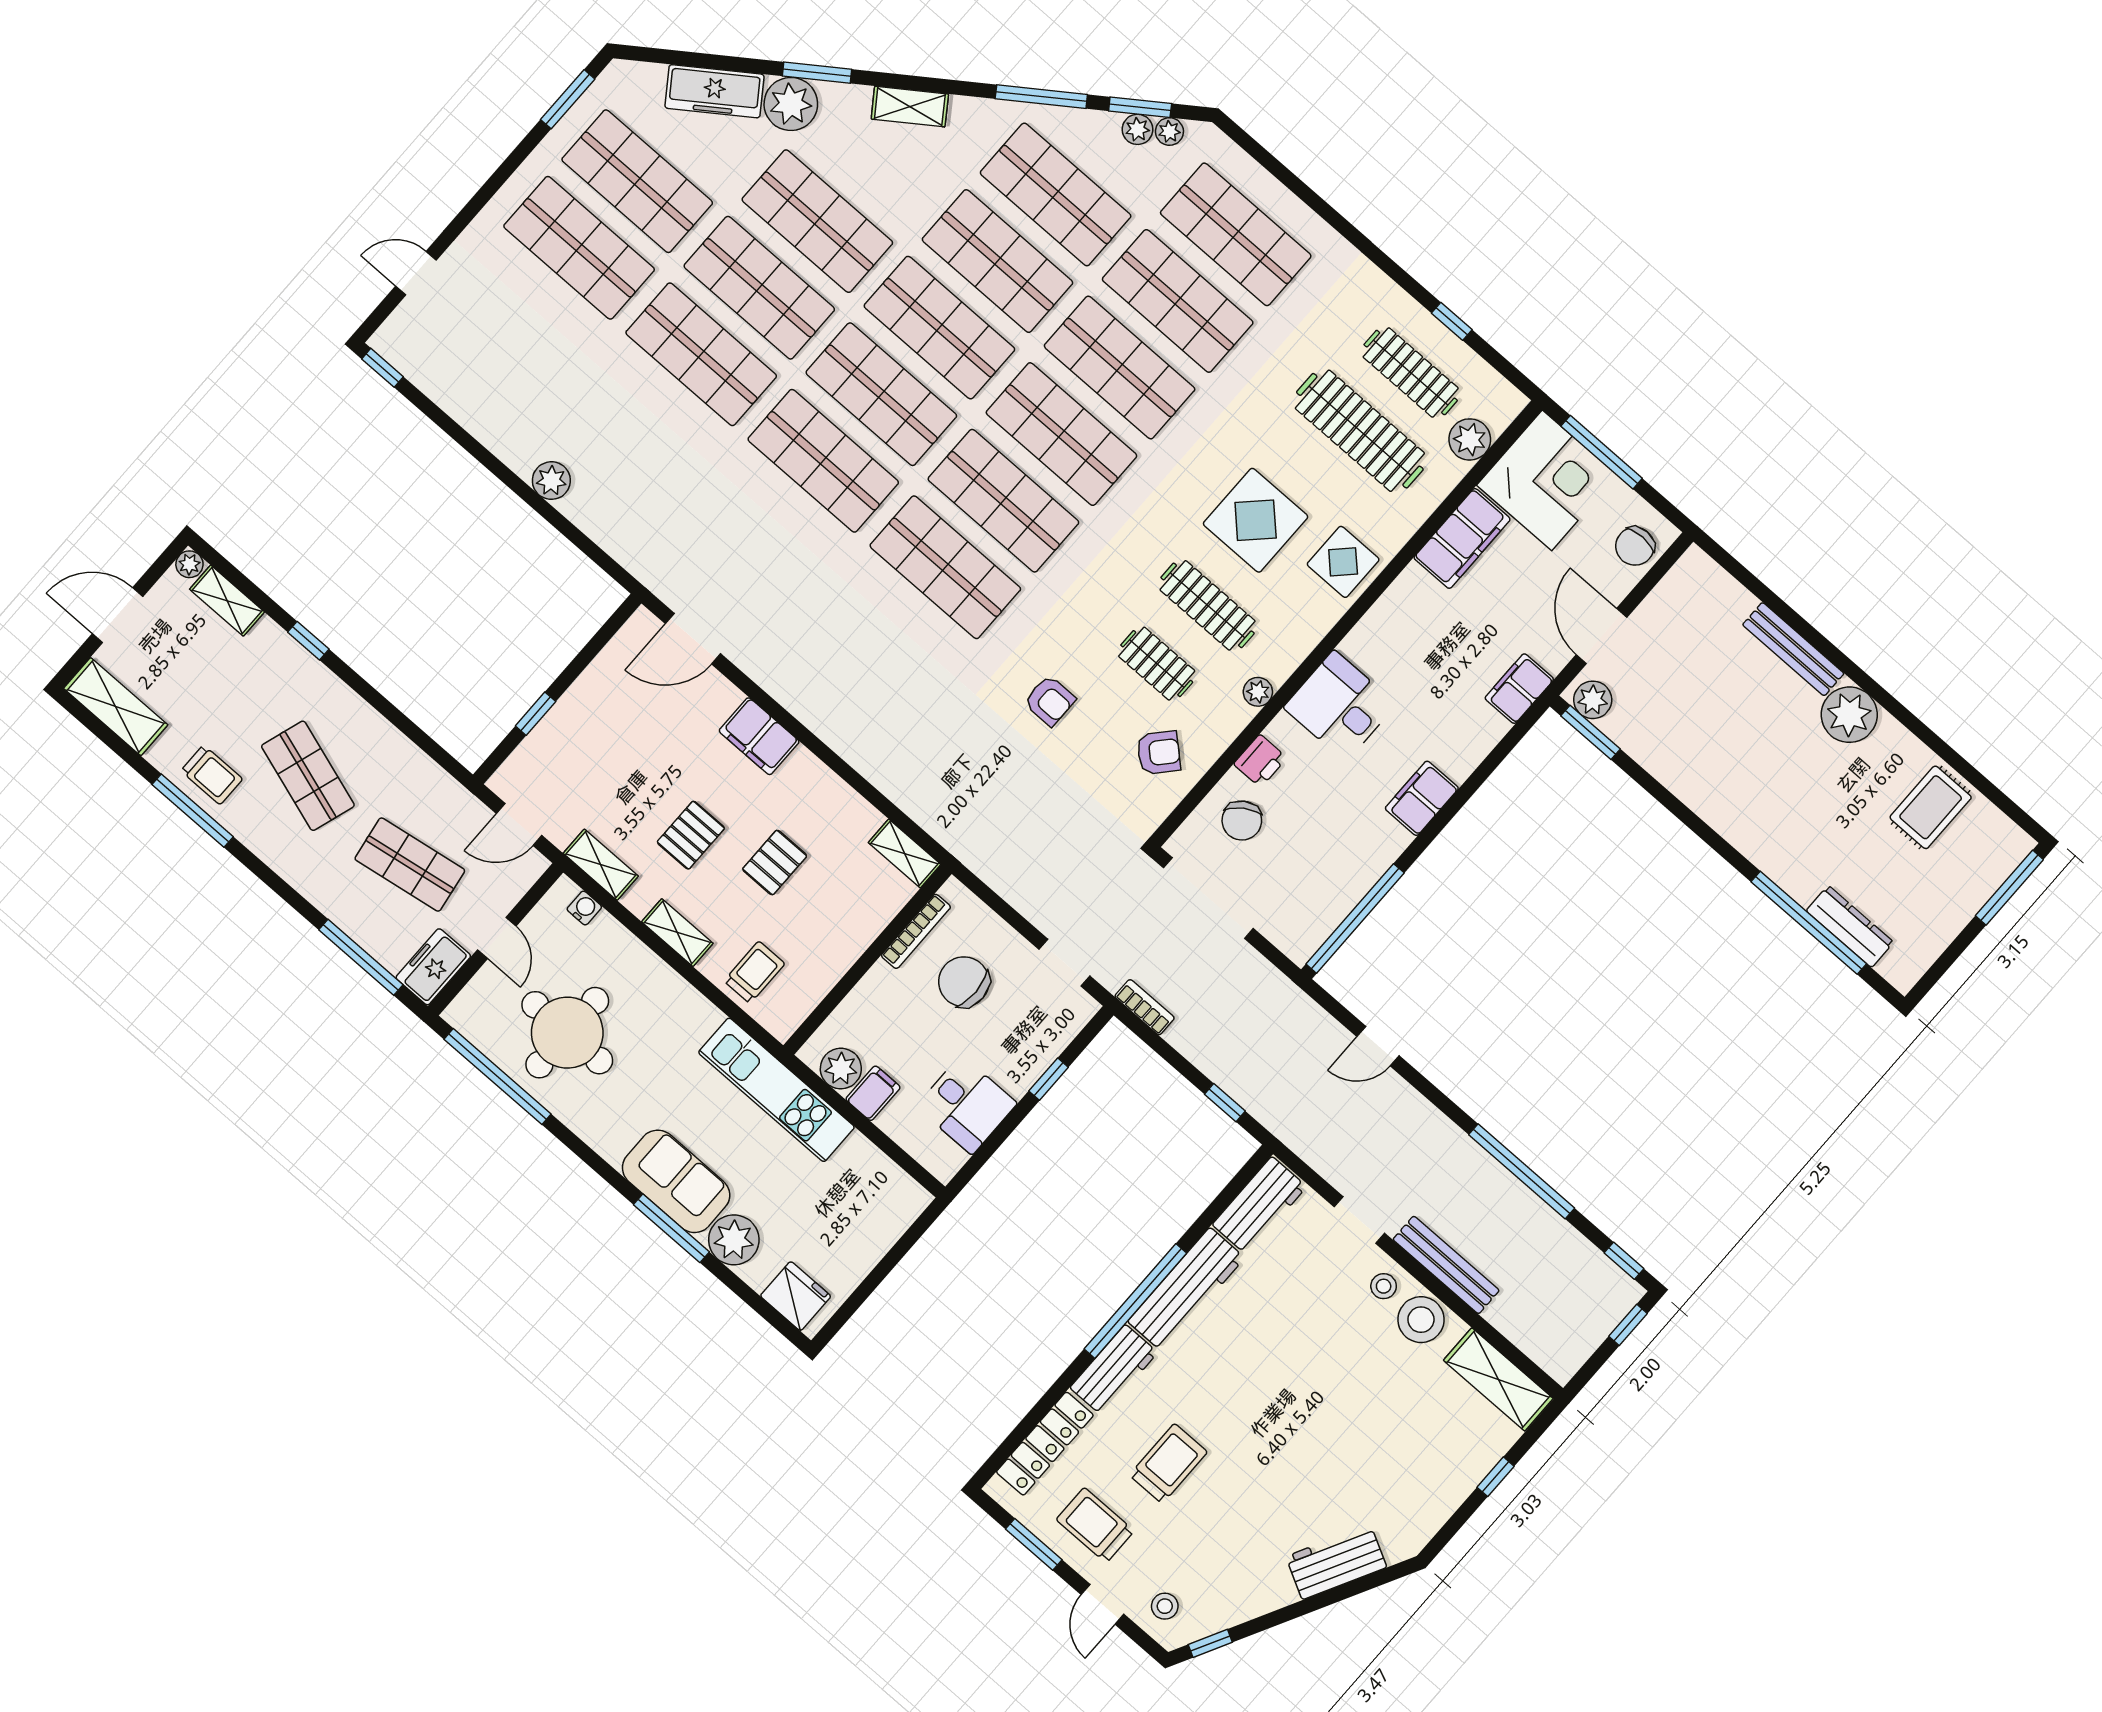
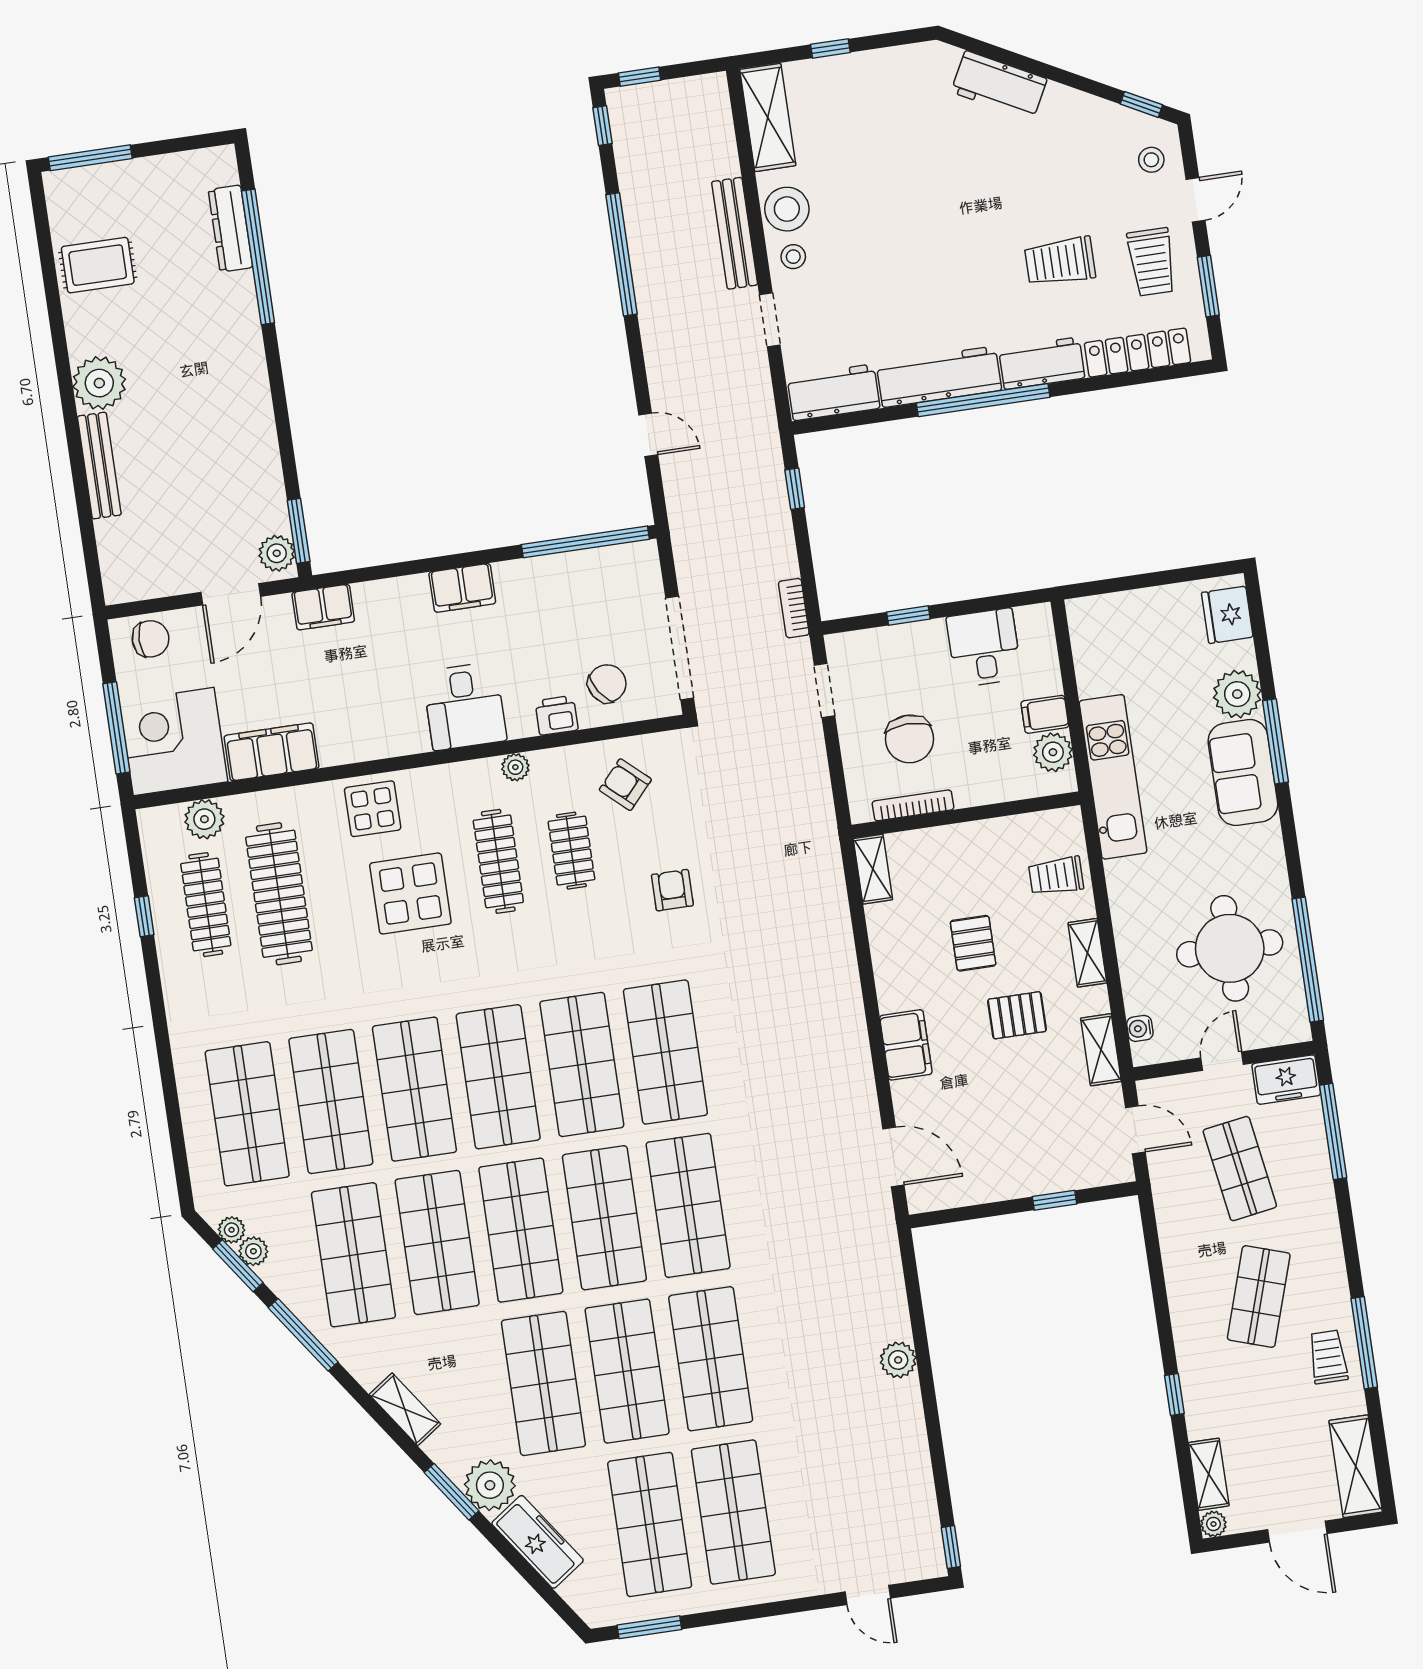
pallet: (775, 863) -> (973, 943), turned 90

